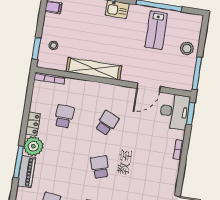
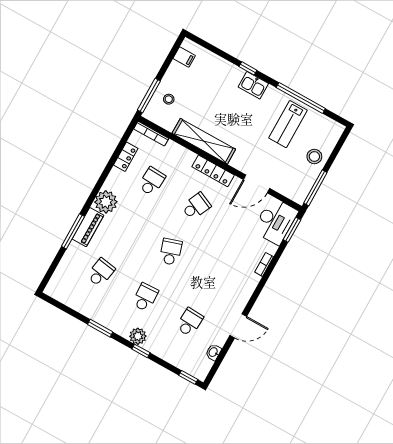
window: (36, 48) -> (149, 96), width x1.44
locker: (110, 90) -> (213, 171), added
locker: (33, 124) -> (126, 157), moved
window: (19, 162) -> (73, 231), moved

